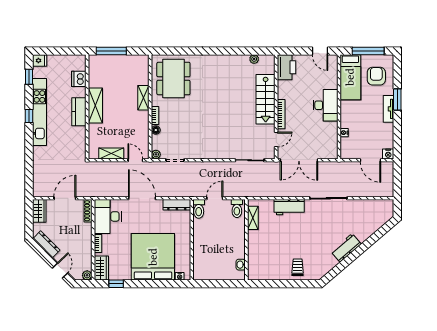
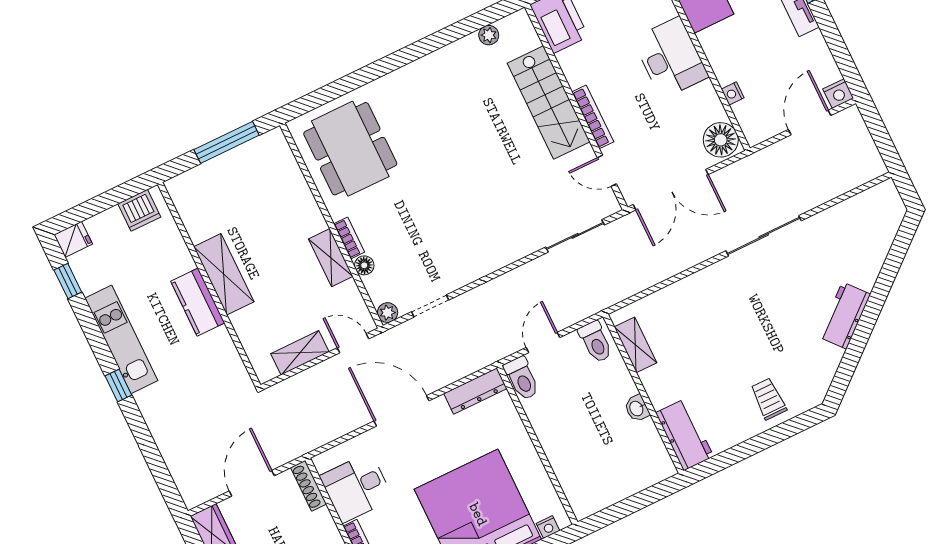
window: (111, 51) -> (227, 142), moved
dishwasher: (79, 79) -> (139, 210), moved, turned -90
shelving: (143, 98) -> (331, 258), moved
kitchen unit: (39, 112) -> (121, 339), width x0.73
window: (29, 116) -> (118, 386), moved
door: (276, 139) -> (607, 171), swing flipped
floor lamp: (330, 150) -> (721, 140), added
door: (370, 160) -> (810, 122), swing flipped
workbench: (289, 207) -> (685, 435), moved, turned -90
desk: (108, 216) -> (356, 487), width x0.73
washbasin: (241, 265) -> (637, 408), moved

